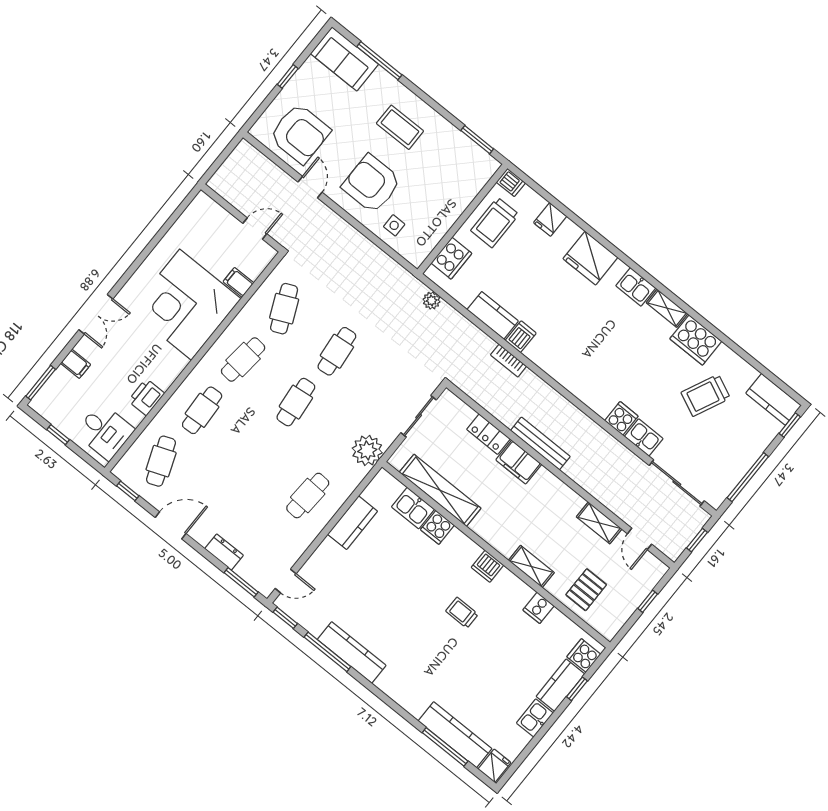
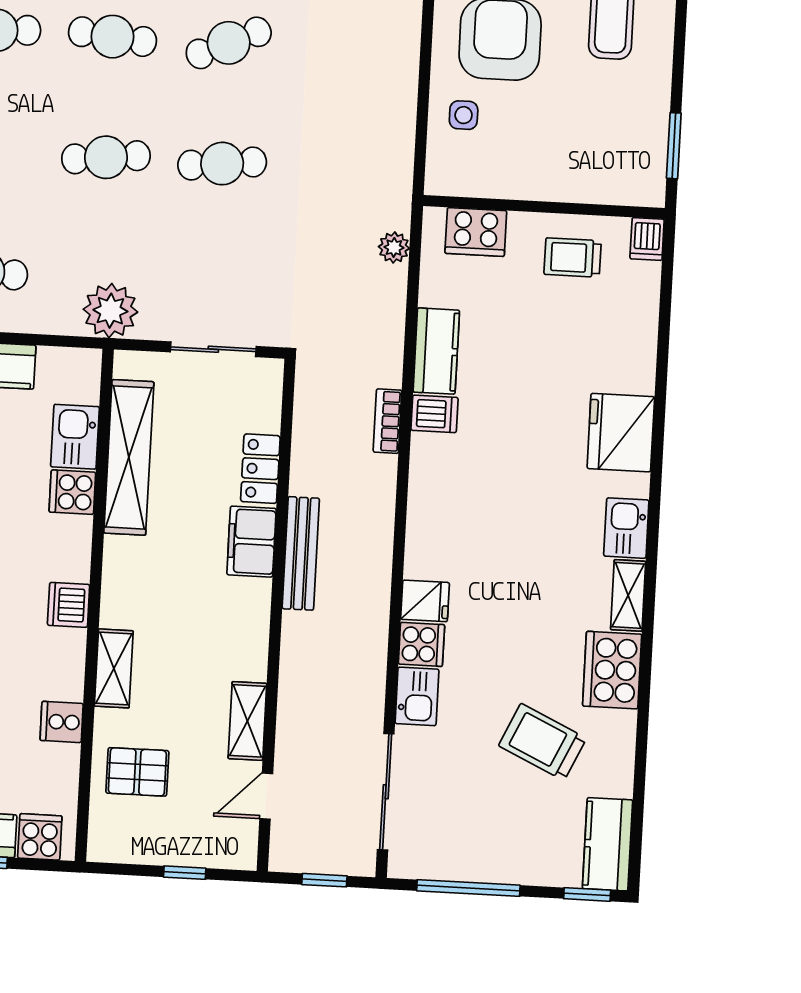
fridge: (550, 219) -> (425, 601), moved, turned 180
trolley: (495, 223) -> (573, 258), width x0.73, depth x0.72

